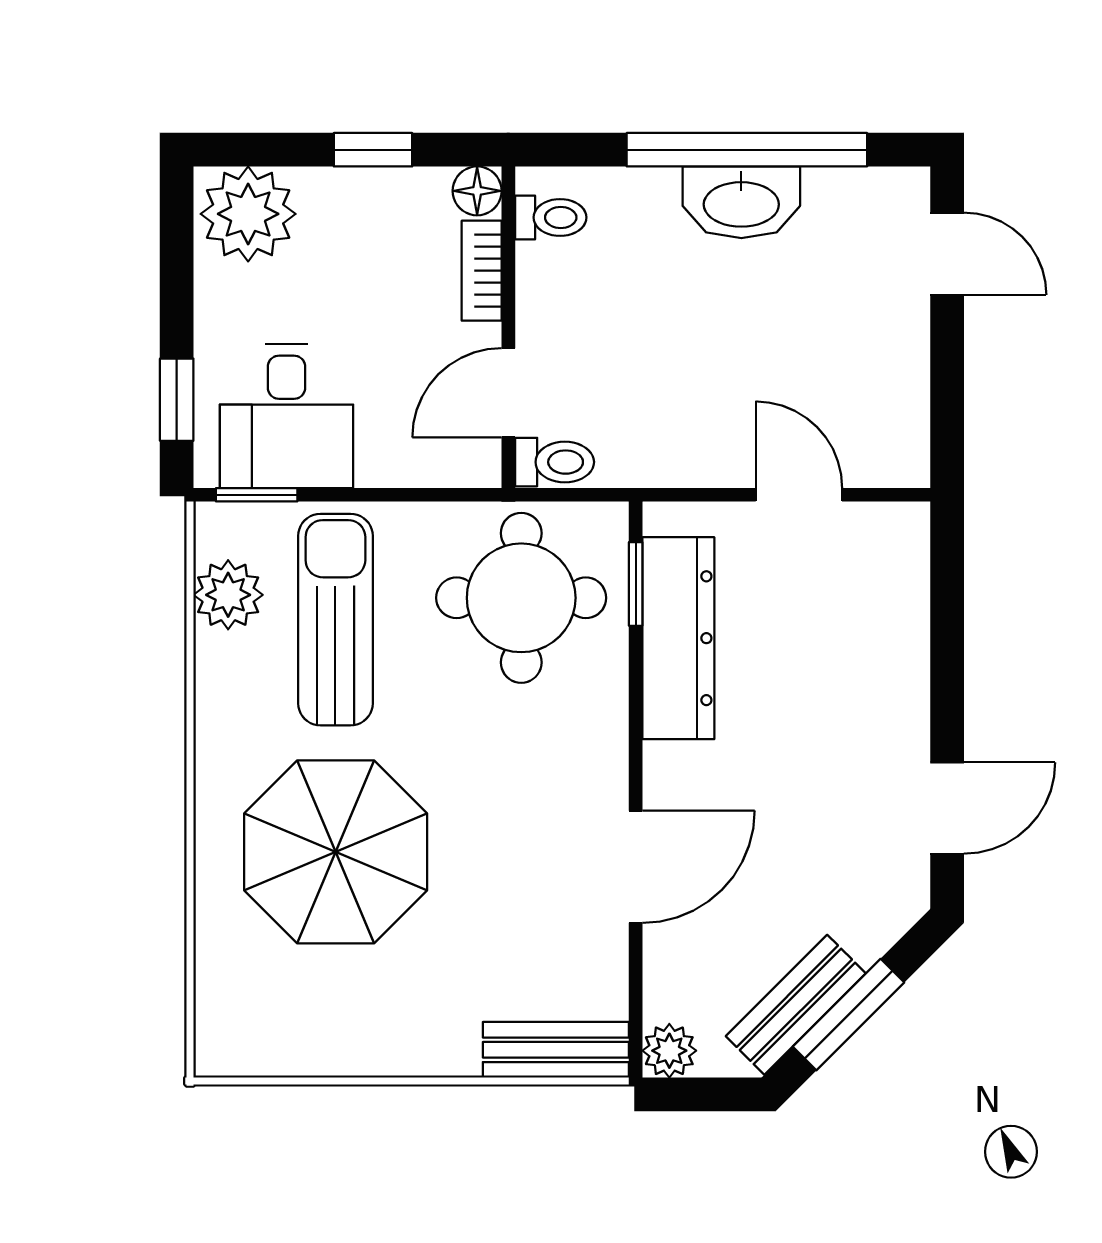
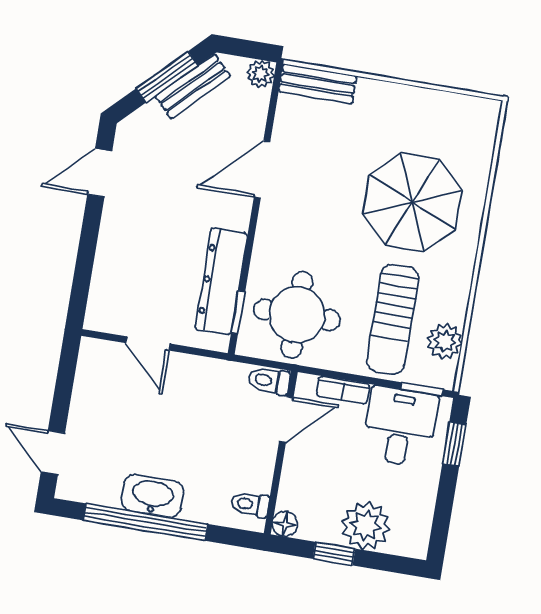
plant: (248, 214) -> (366, 526), moved
bookcase: (482, 271) -> (343, 390), moved, turned 90

